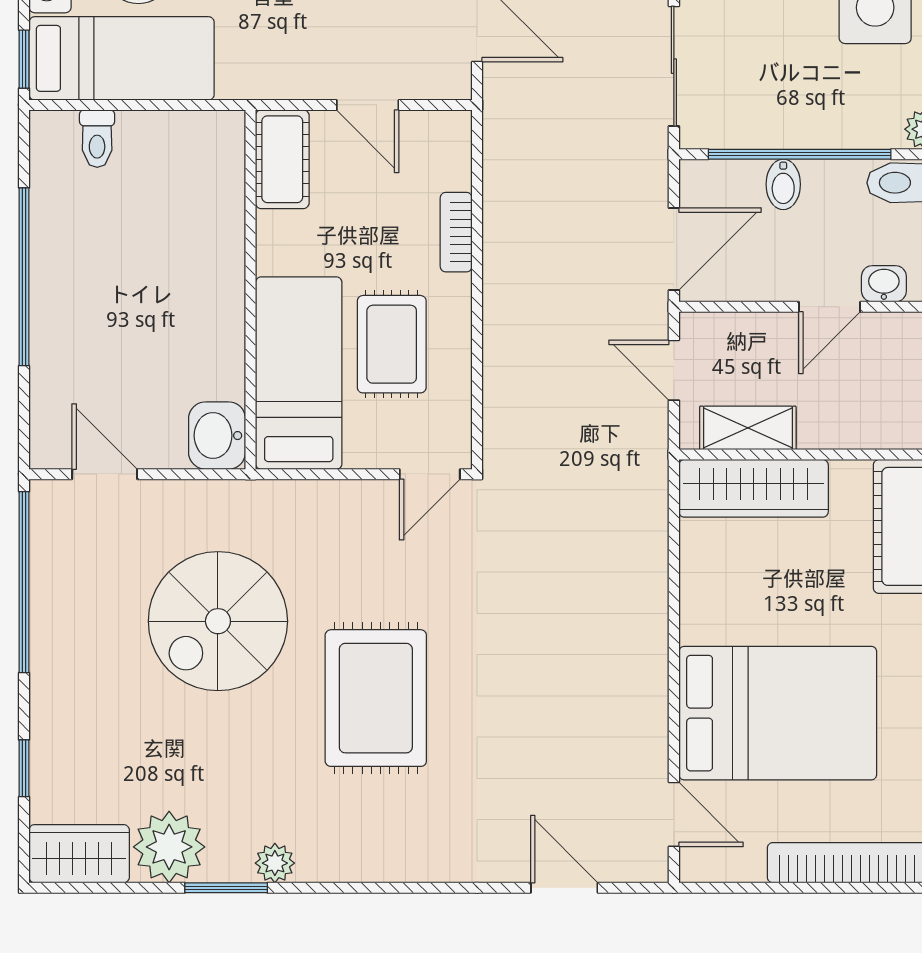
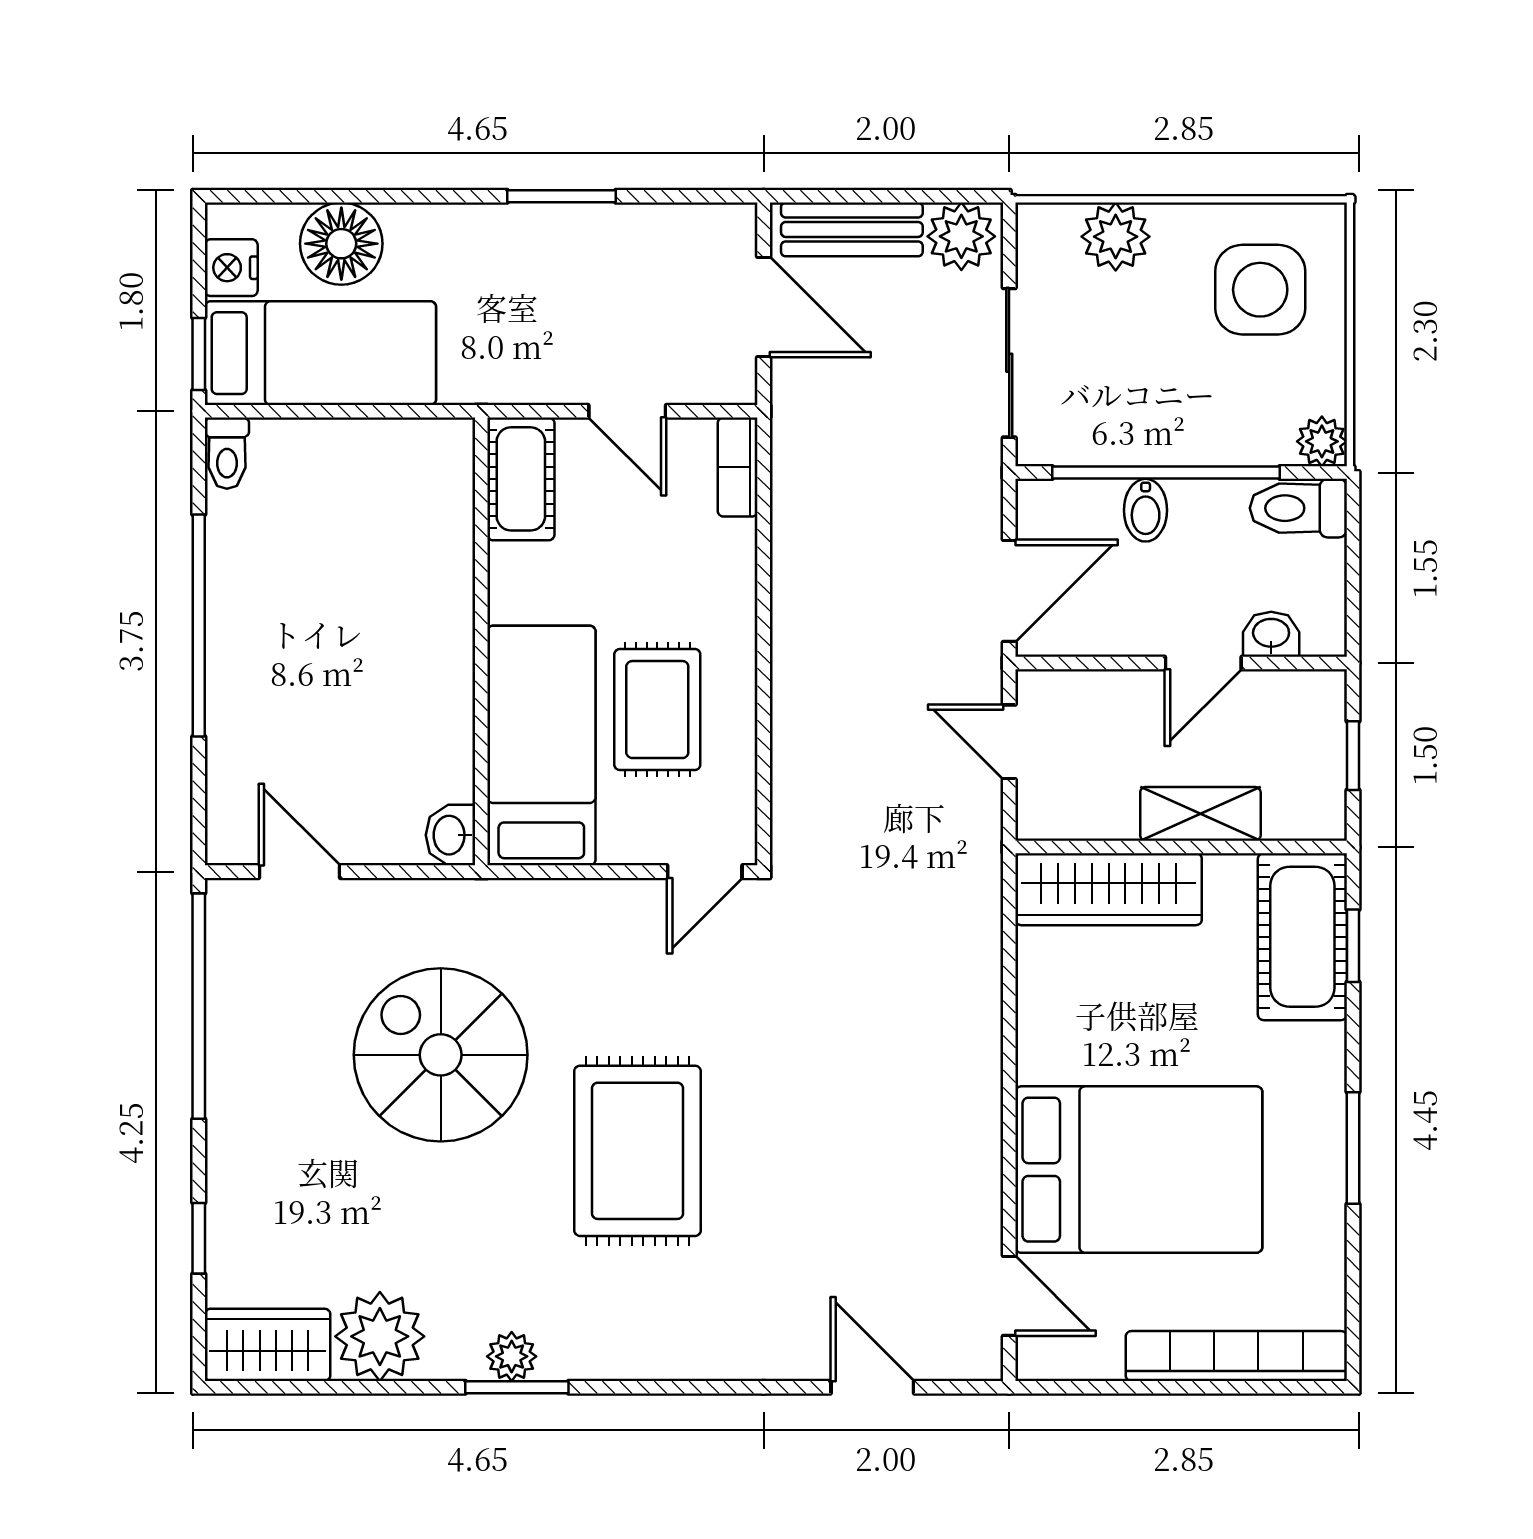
toilet: (97, 139) -> (227, 453), moved
bookcase: (456, 232) -> (738, 467), moved
shelving: (748, 428) -> (1200, 814), moved
washbasin: (217, 436) -> (451, 835), width x0.72, depth x0.69
spiral stairs: (218, 621) -> (441, 1055), turned 90
window: (226, 888) -> (517, 1387), moved

